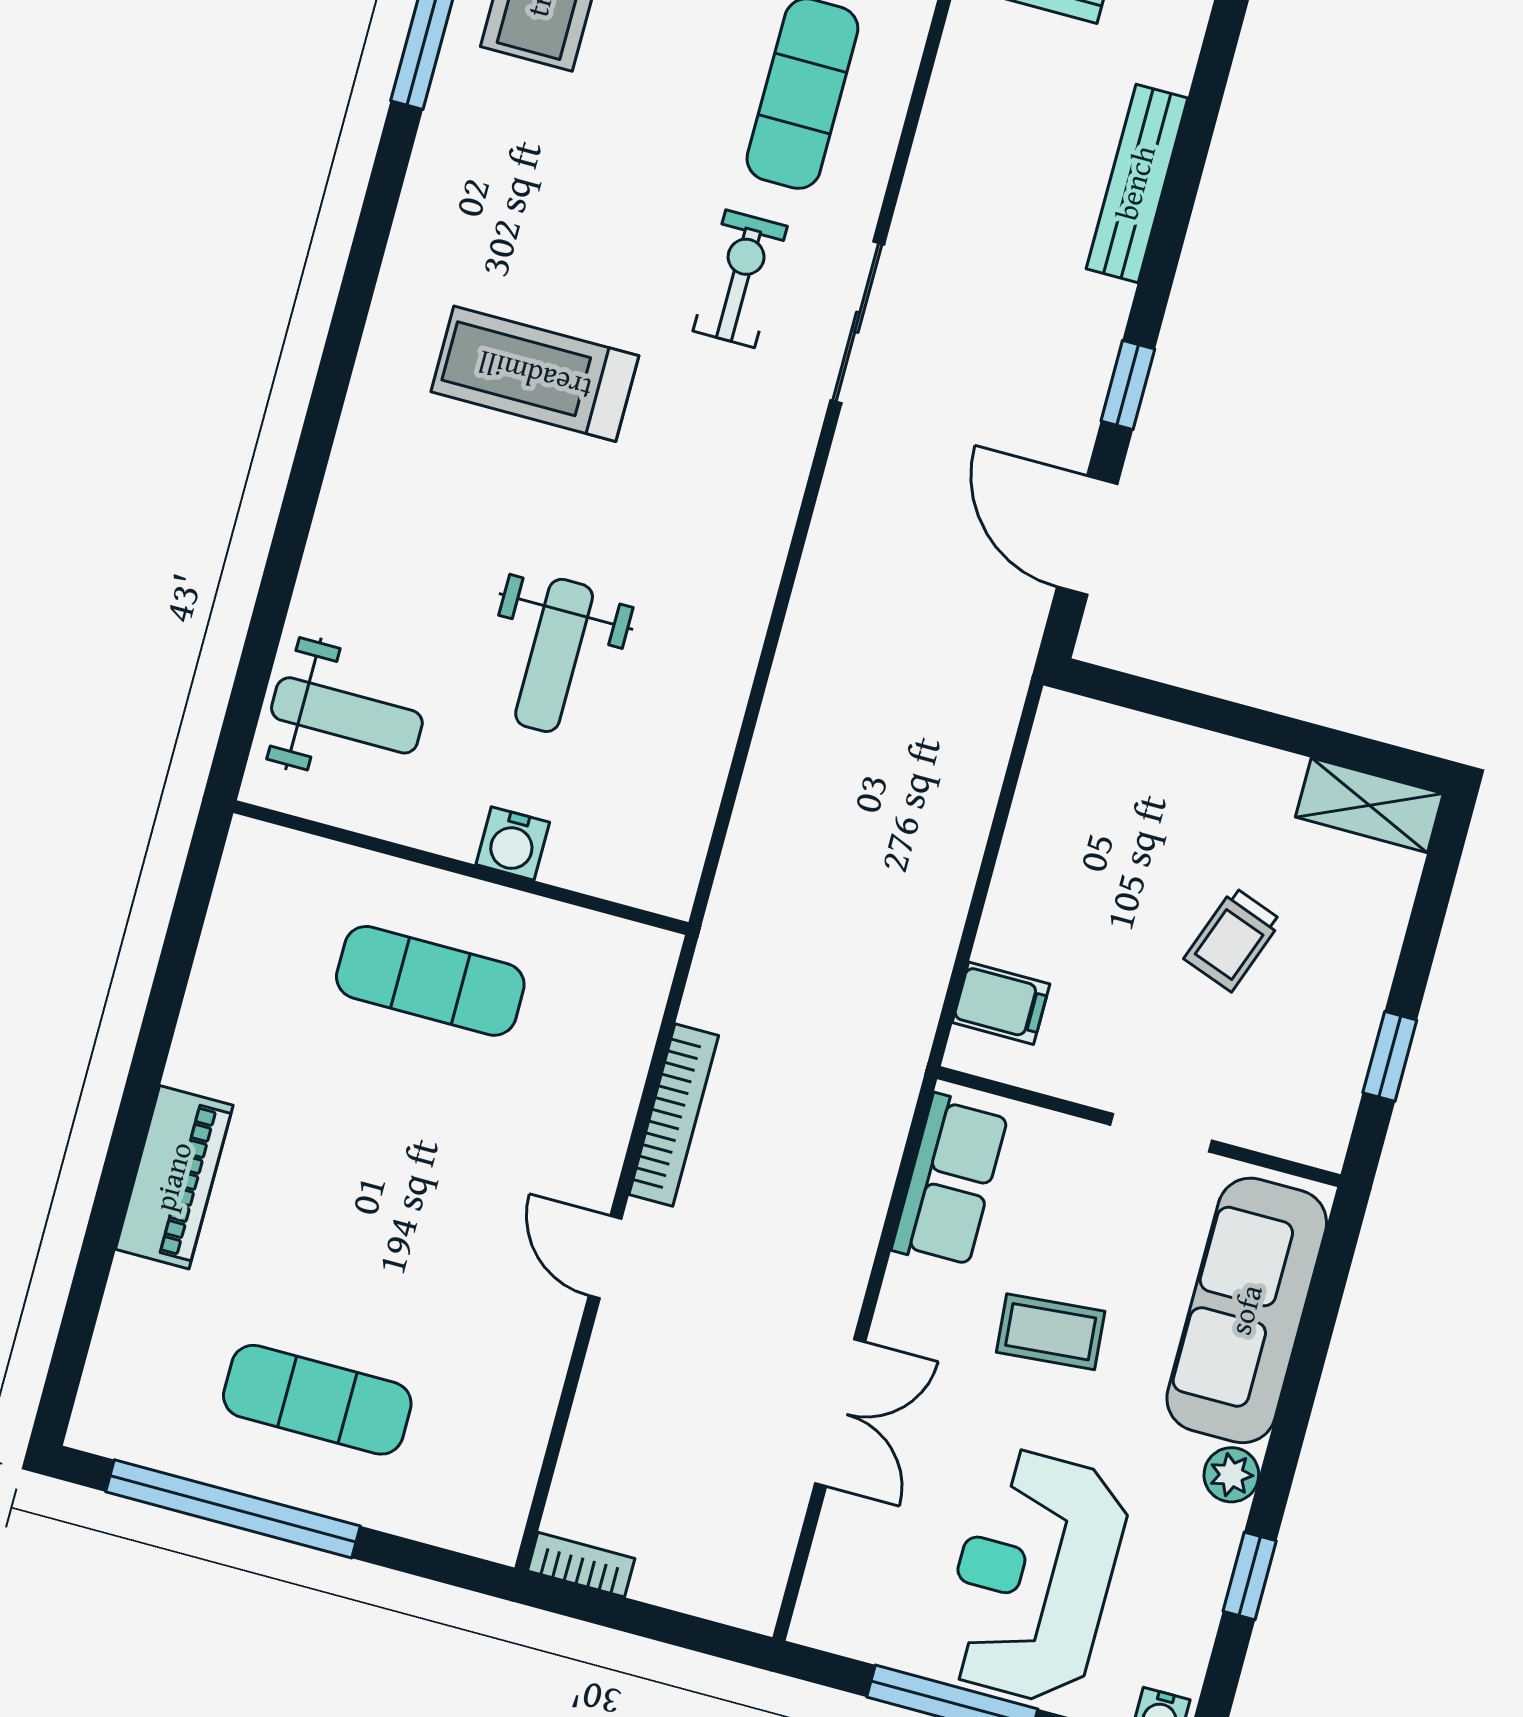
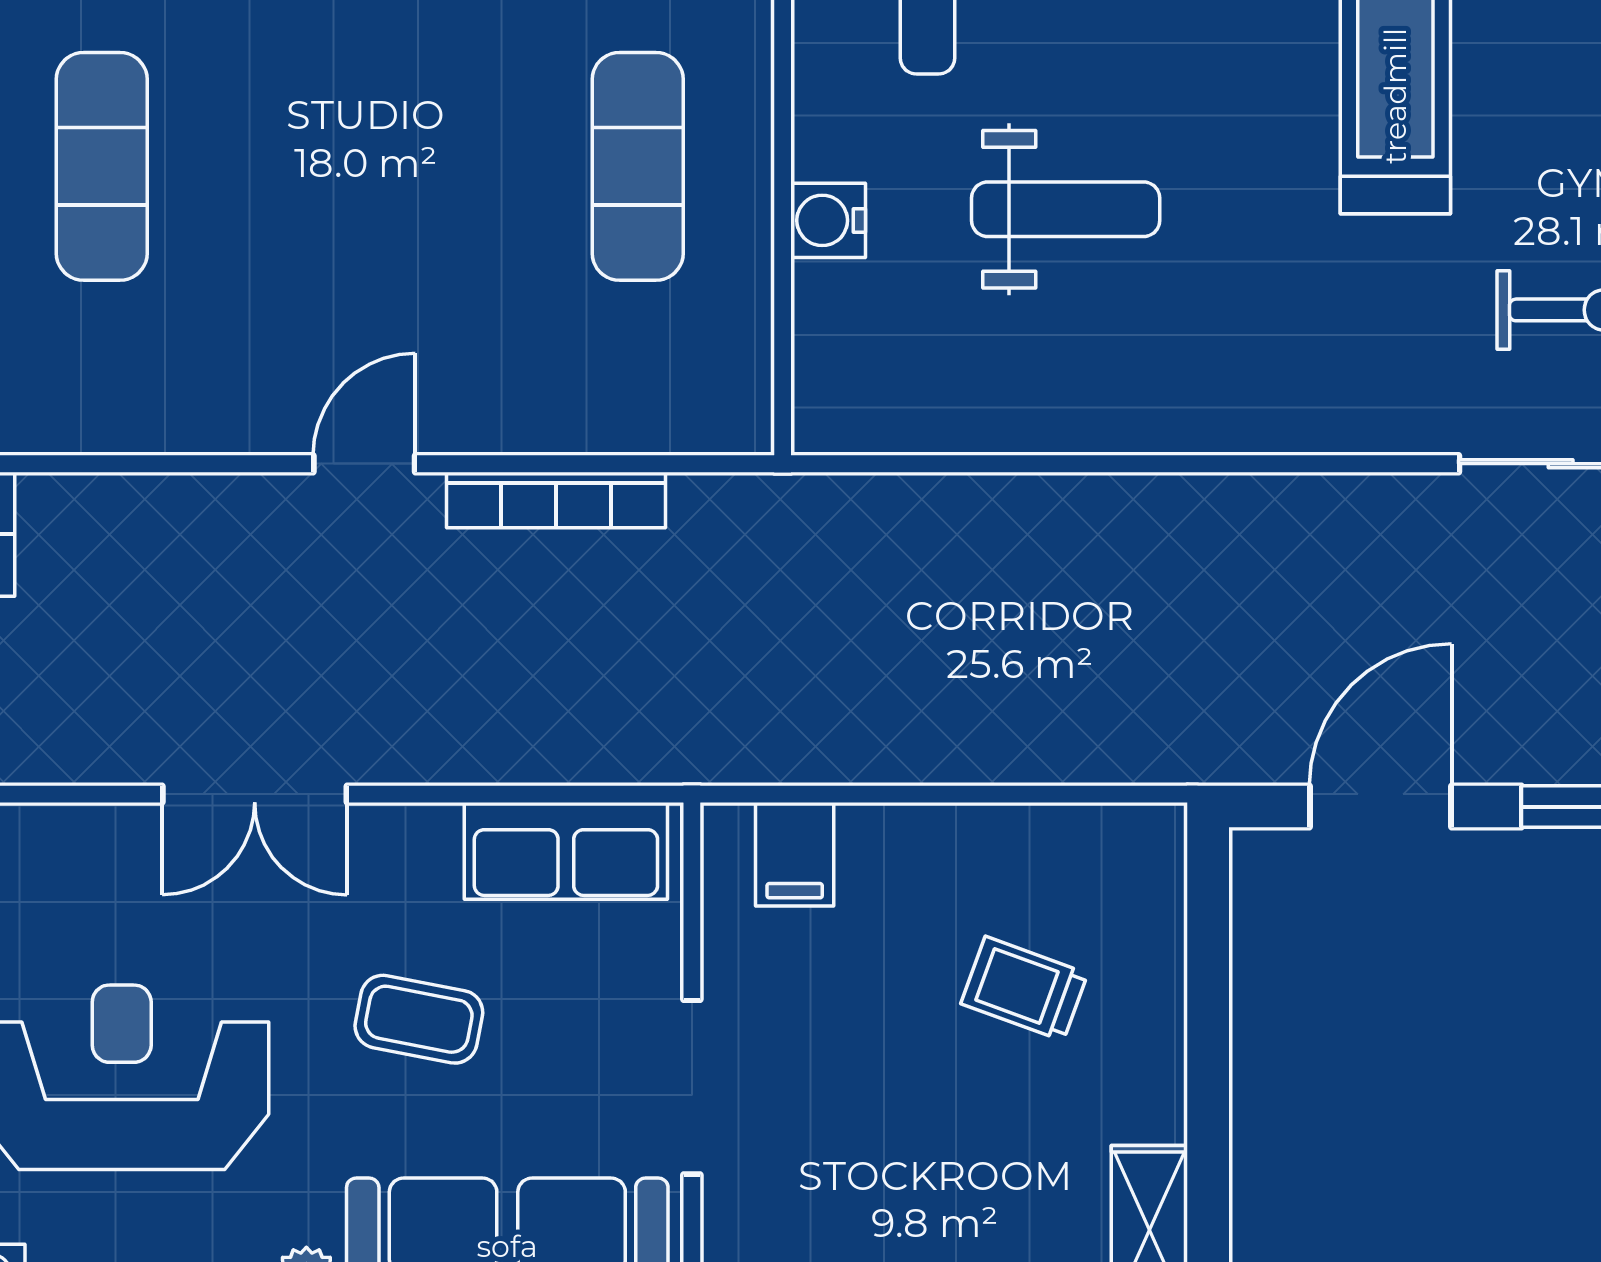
weight bench: (554, 655) -> (1066, 209), turned 180
trolley: (1233, 939) -> (1024, 989), moved
doorway: (1161, 1133) -> (692, 1087), width x1.38
coffee table: (1051, 1332) -> (419, 1019), turned -74

